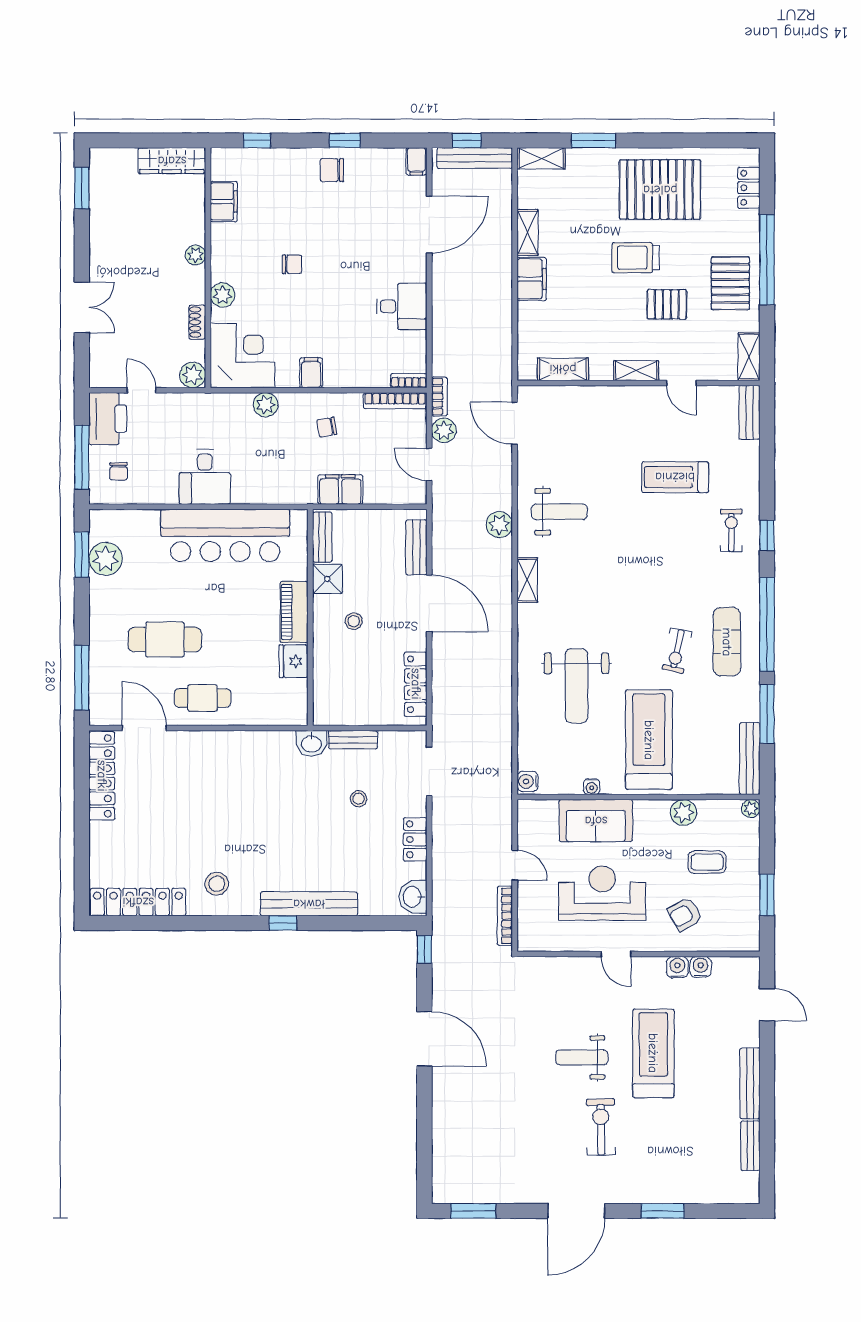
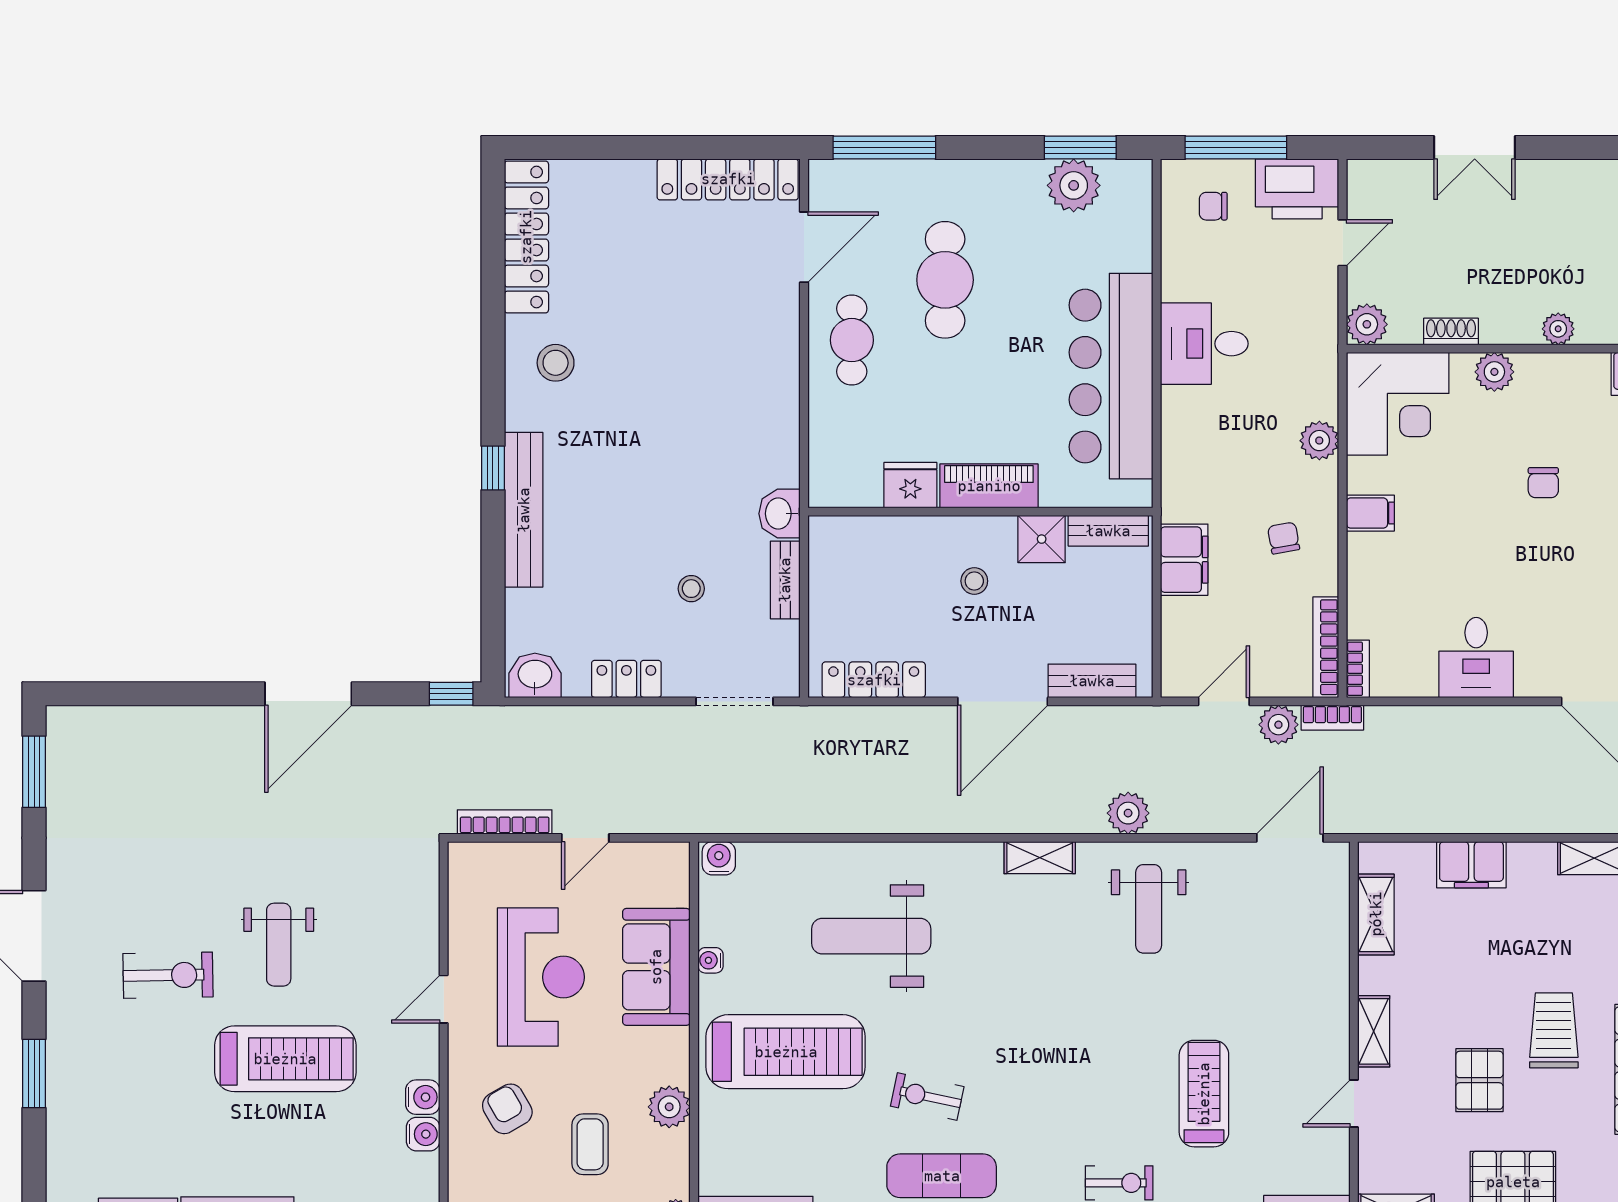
filing cabinet: (532, 279) -> (1471, 865), moved
weight bench: (582, 1057) -> (279, 945), turned 180

